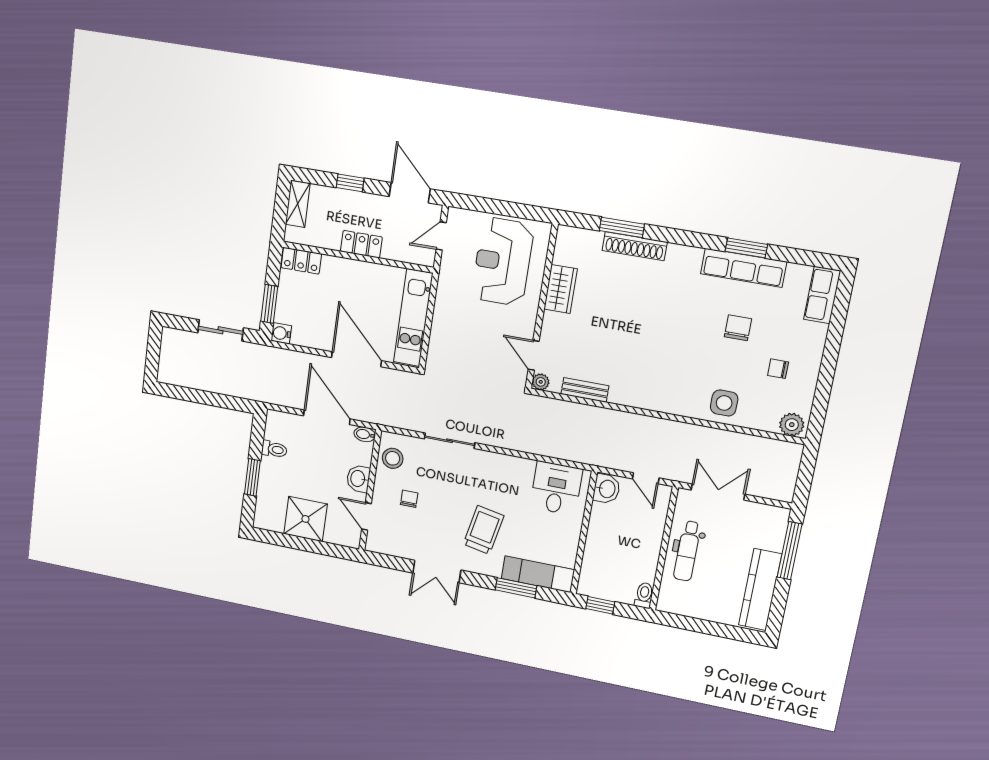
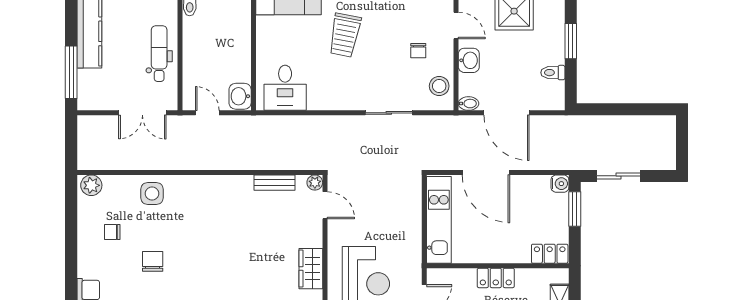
chair: (738, 328) -> (153, 261), turned 180
chair: (778, 369) -> (112, 232), turned 180

